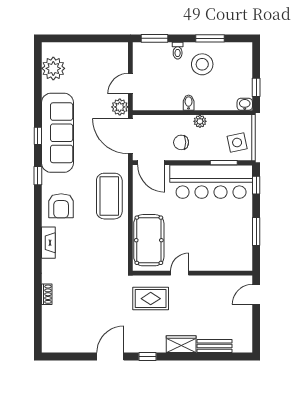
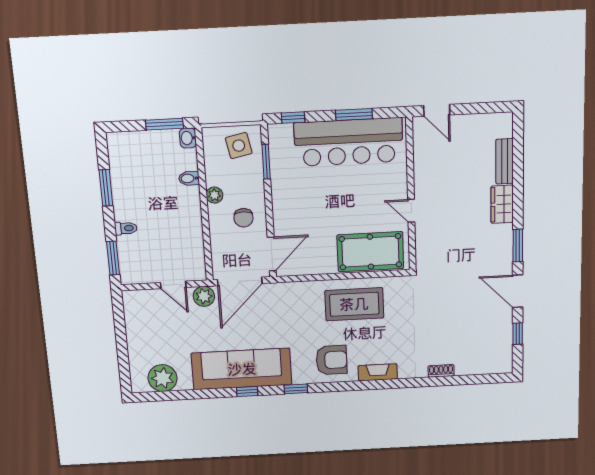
stool: (202, 64) -> (140, 196), removed
window: (256, 87) -> (164, 124), width x1.50
bidet: (189, 103) -> (189, 178), moved
bar counter: (211, 182) -> (349, 142), moved, turned 90
coffee table: (109, 196) -> (354, 304), moved
rug: (151, 299) -> (444, 245), removed
window: (75, 357) -> (518, 334), added
window: (148, 357) -> (518, 246), width x1.50

